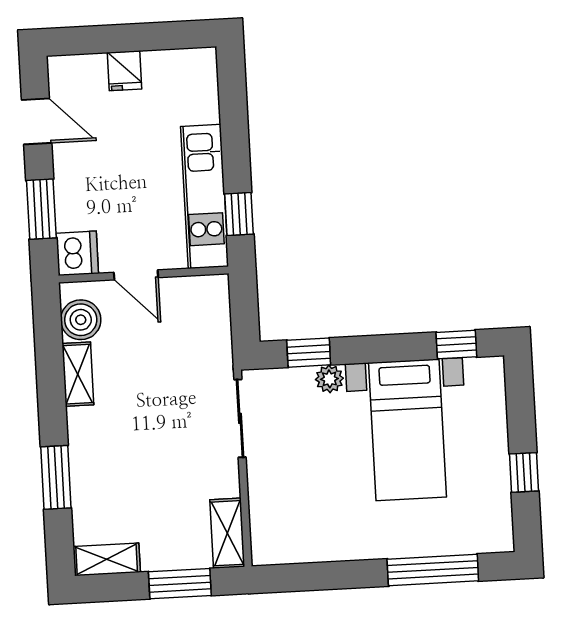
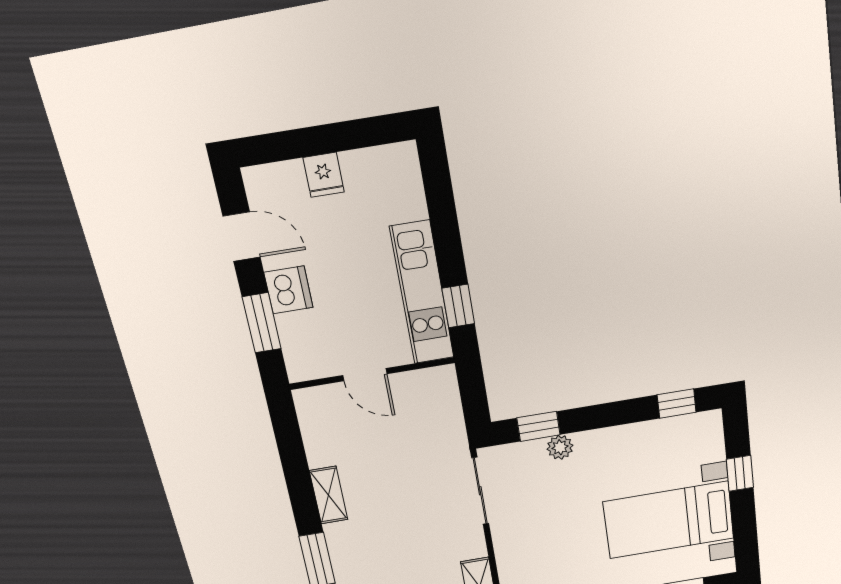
dishwasher: (77, 253) -> (288, 290), moved
boiler: (81, 320) -> (318, 422), removed
shelving: (78, 374) -> (329, 495), moved
bed with nightstands: (407, 430) -> (669, 520), moved, turned 90
window: (524, 472) -> (740, 473), moved

